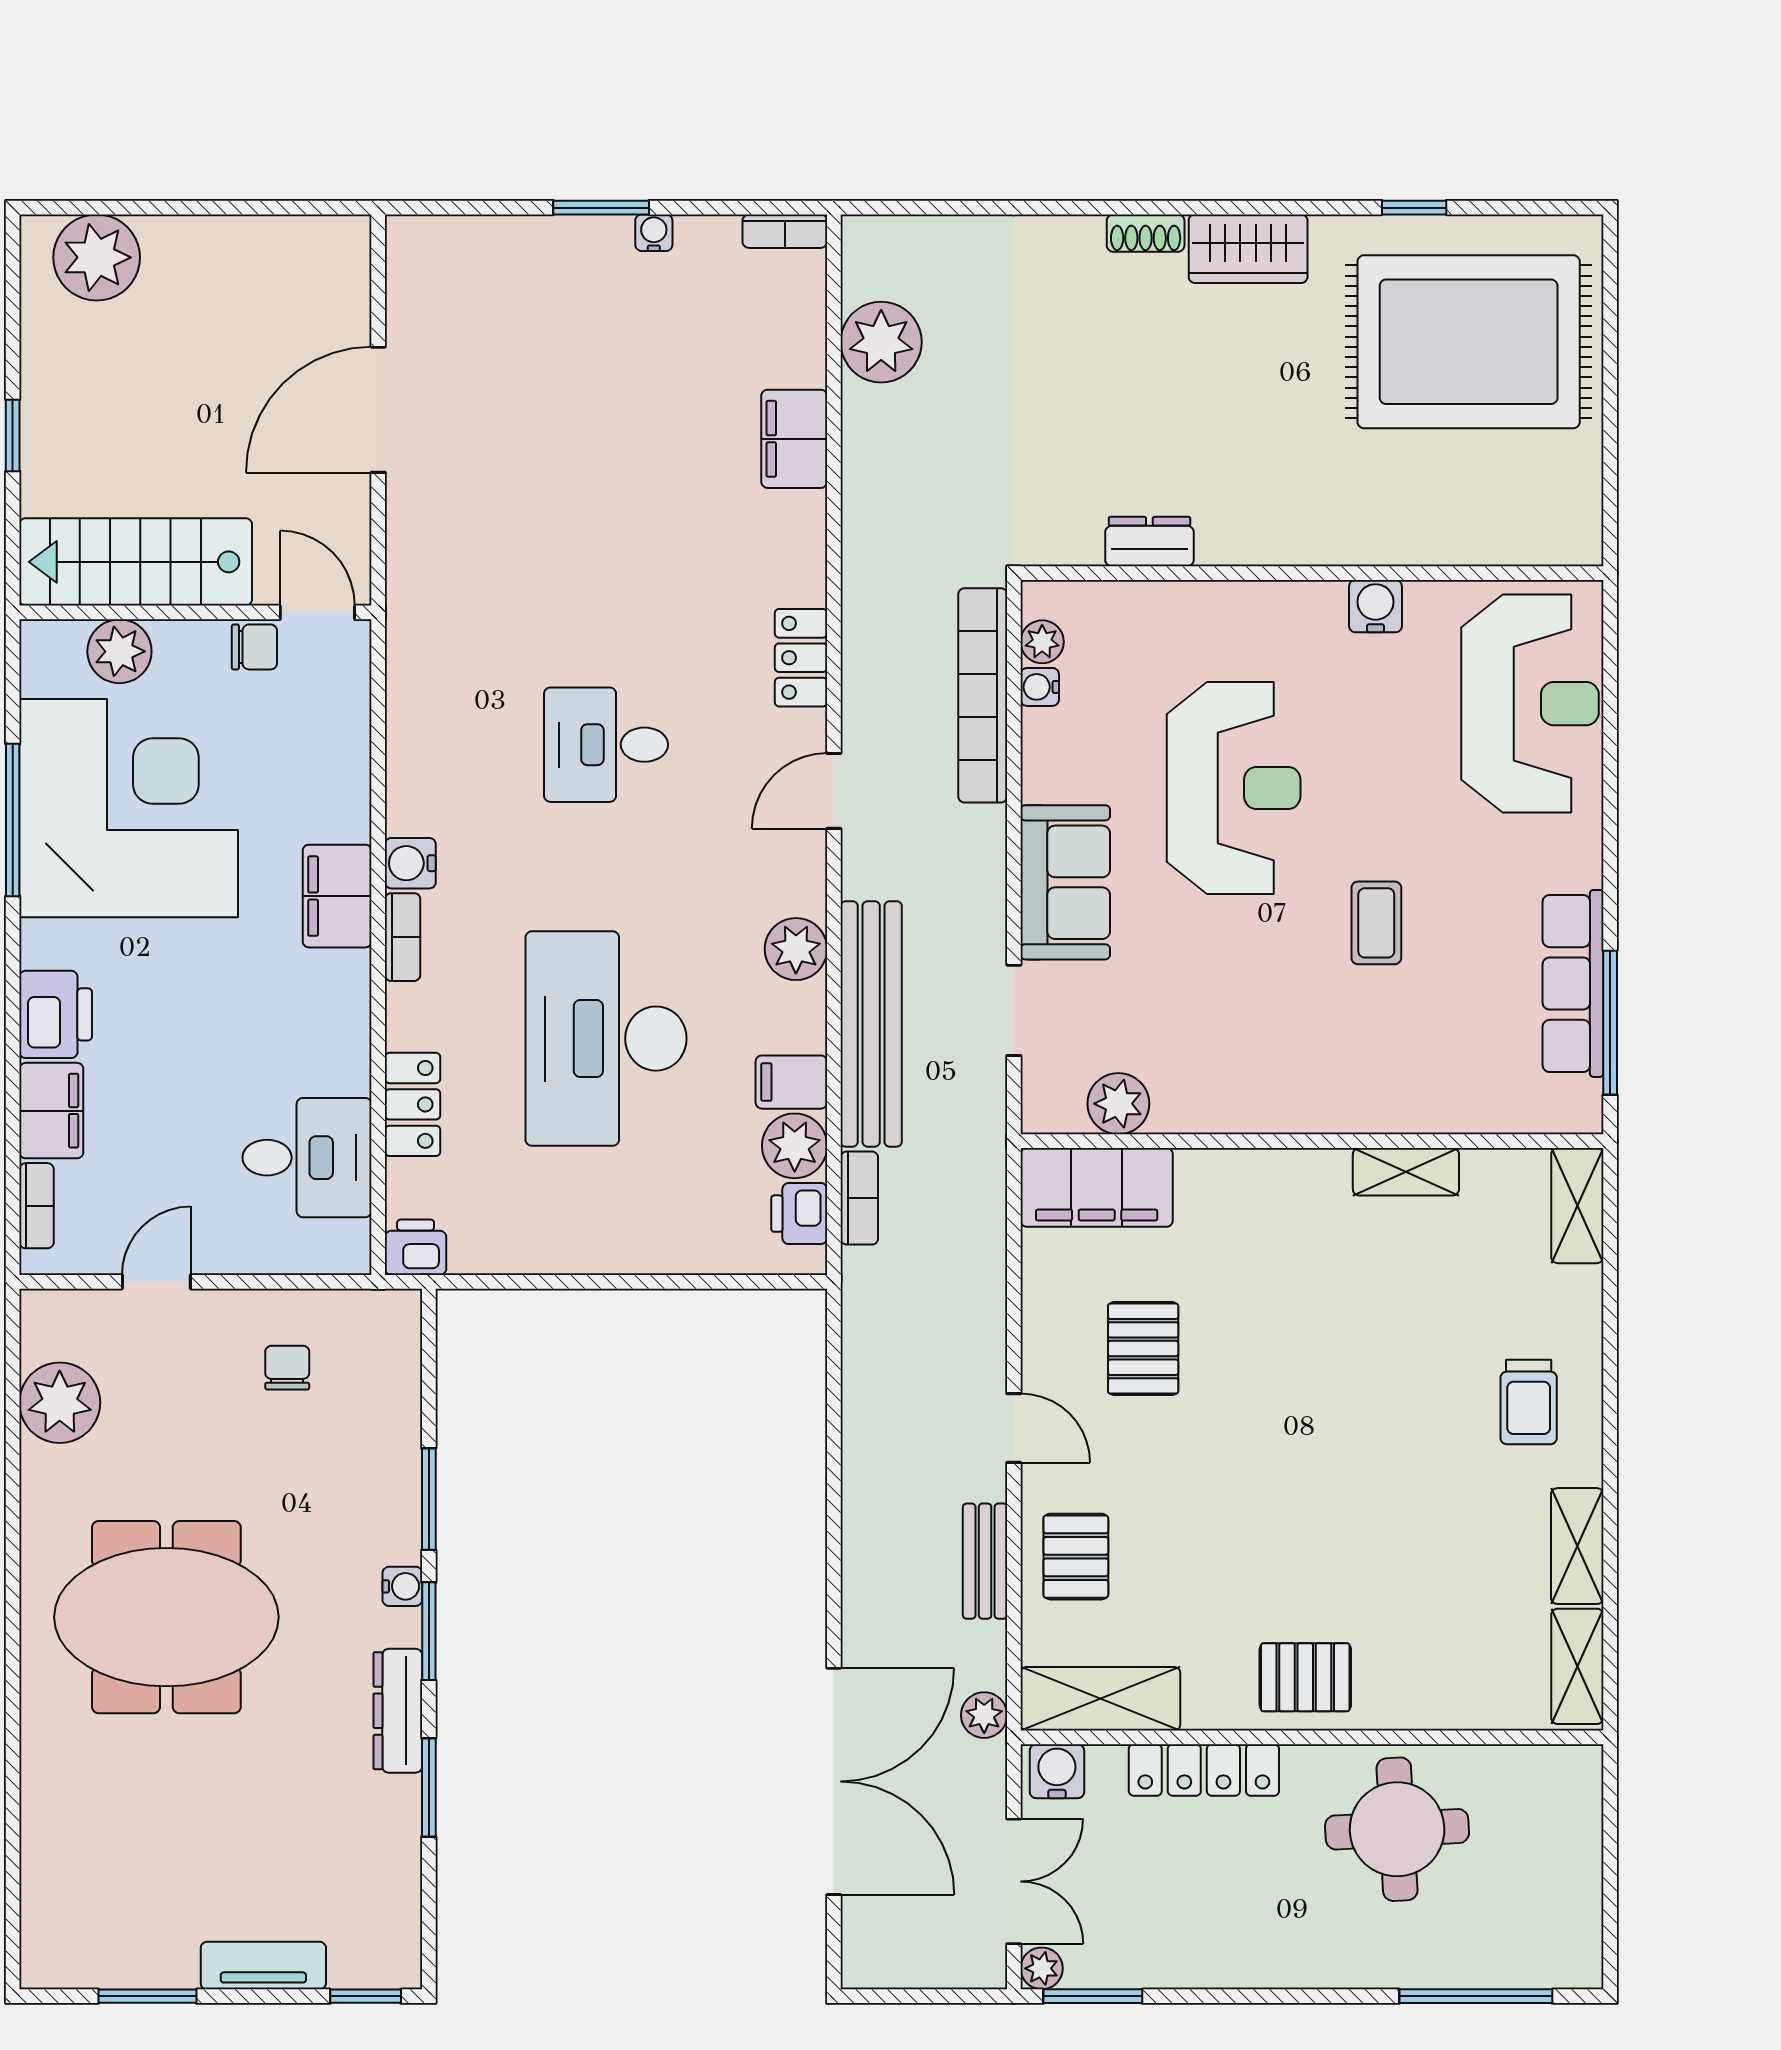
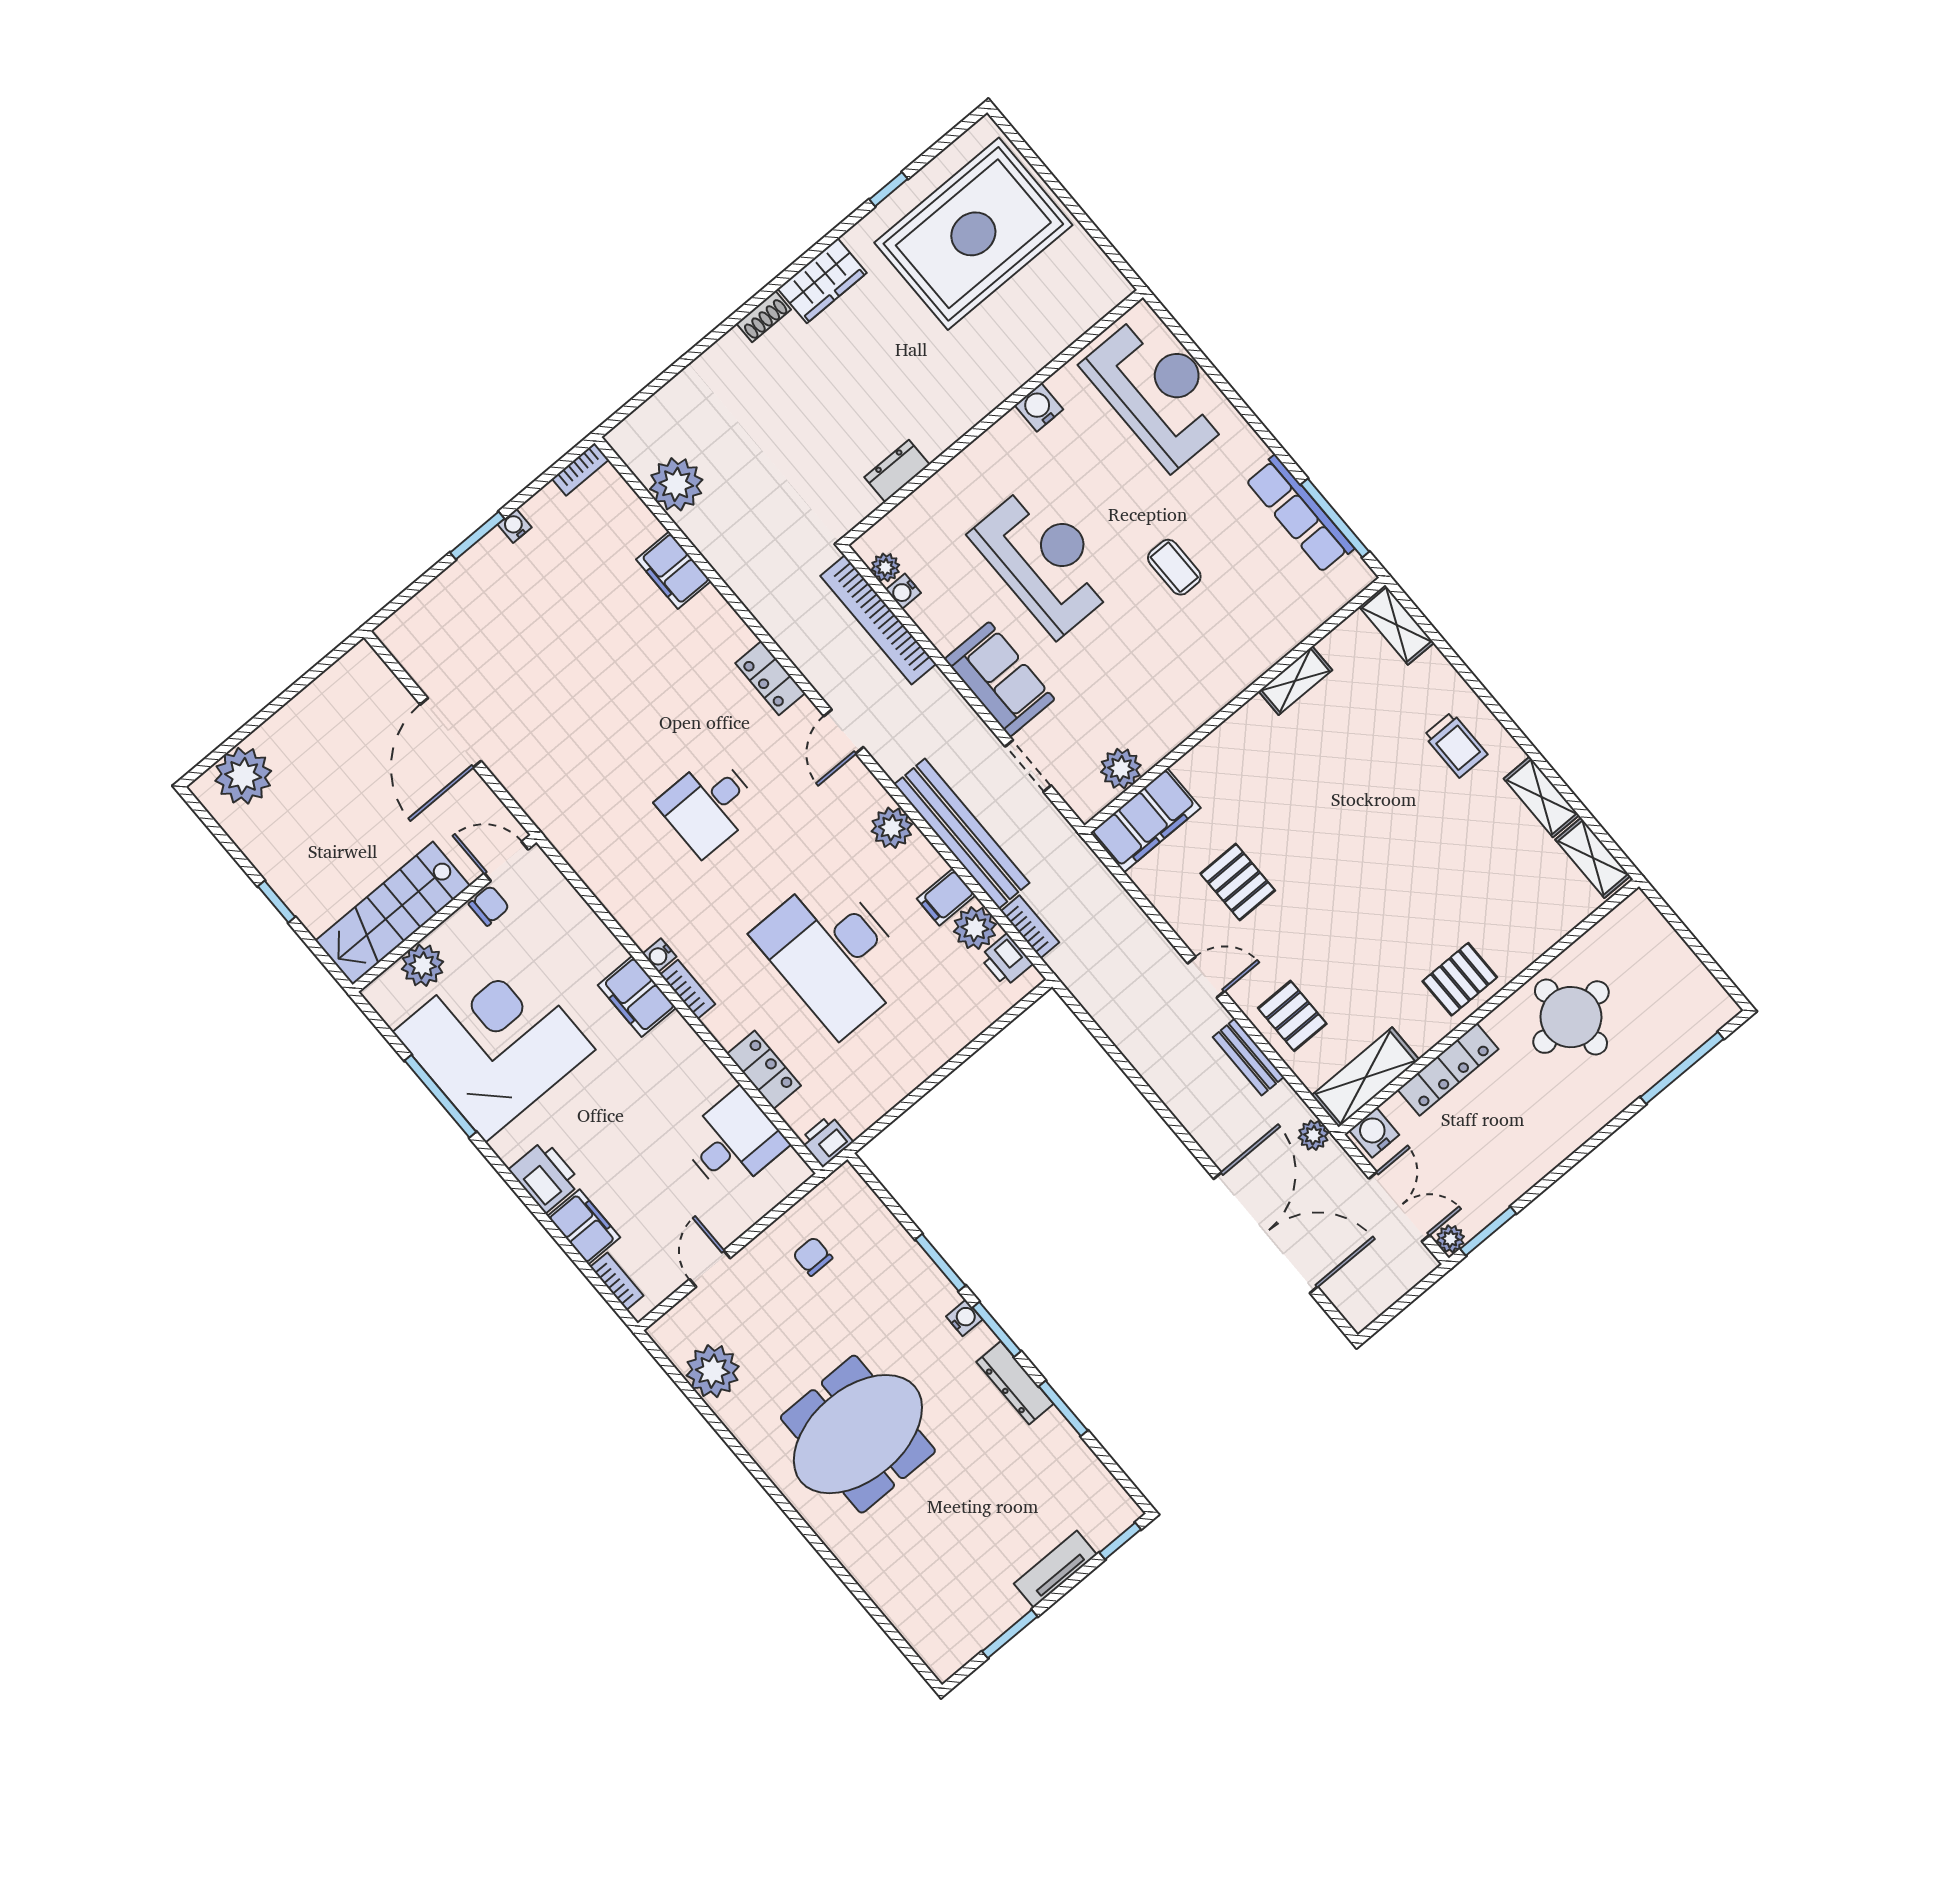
water cooler: (410, 863) -> (659, 955), width x0.72, depth x0.72

